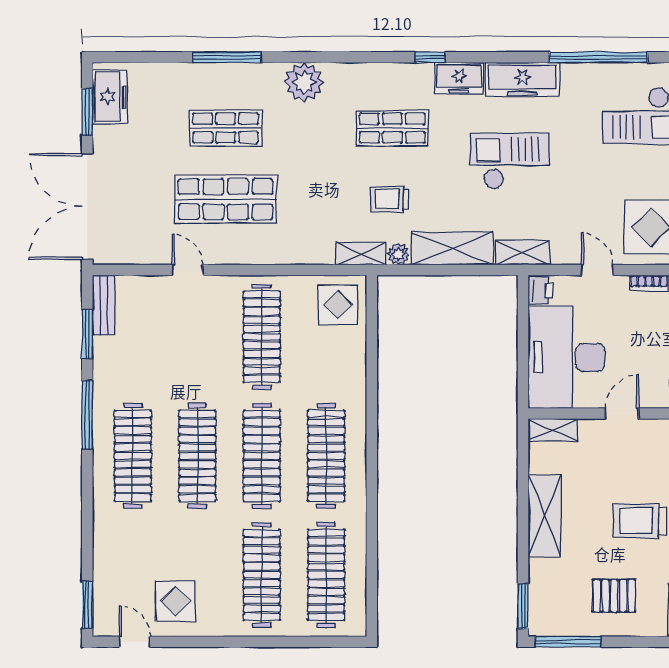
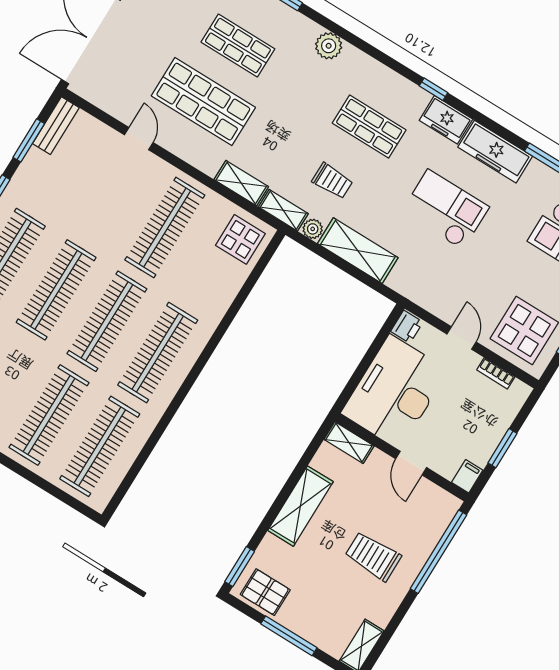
plant: (304, 82) -> (329, 46), width x0.73, depth x0.73
trolley: (389, 199) -> (332, 181), turned 180
shelving: (523, 253) -> (241, 183), moved
door: (622, 414) -> (411, 463), swing flipped
pallet: (614, 596) -> (265, 592), moved
window: (568, 642) -> (289, 636), moved

